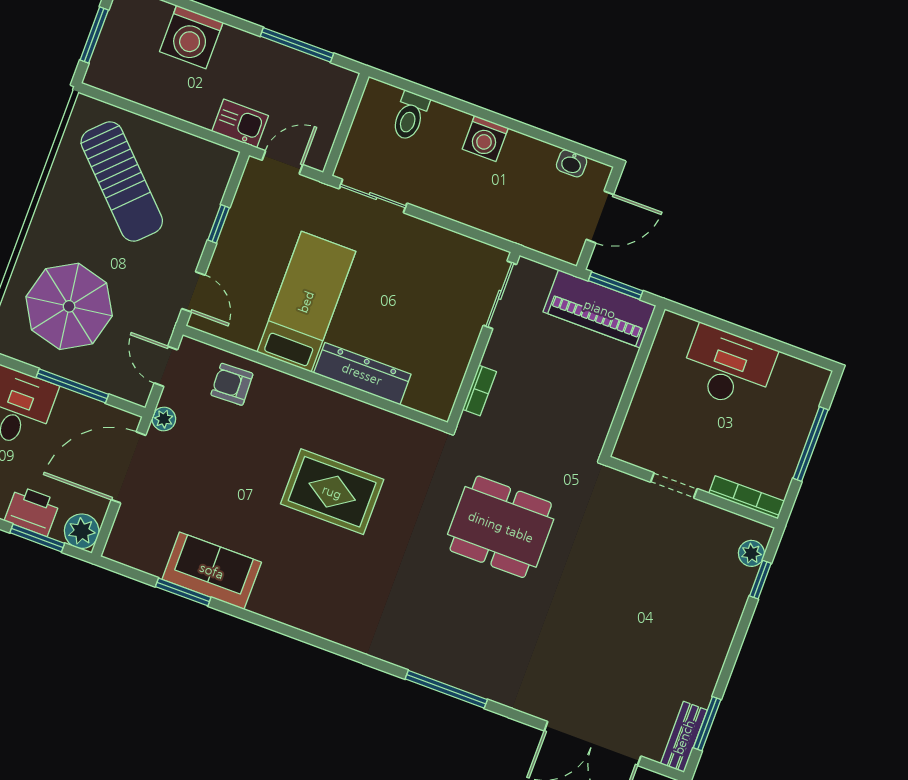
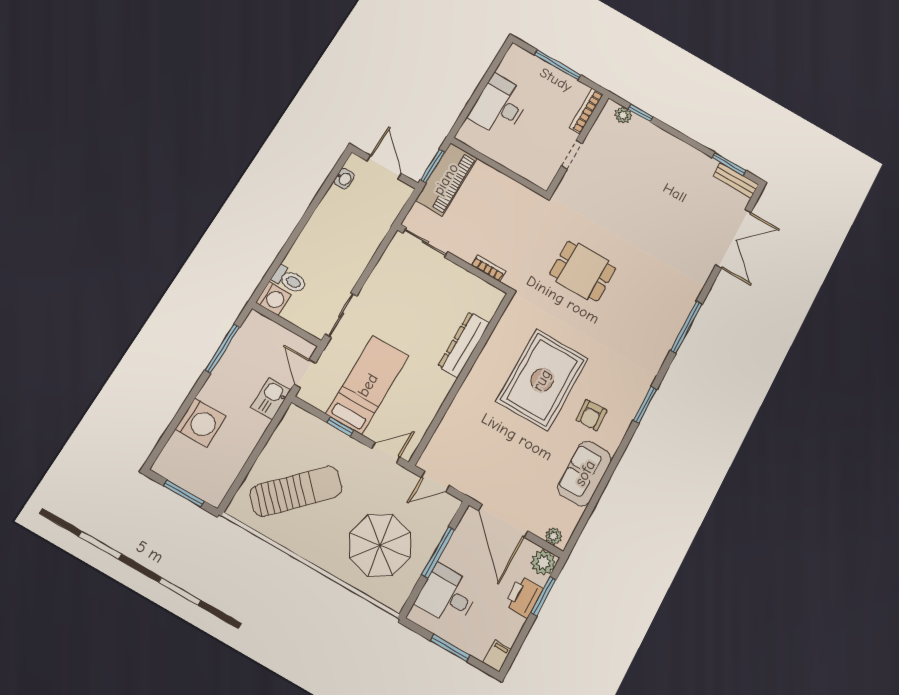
washing machine: (485, 139) -> (273, 298), moved
bed: (306, 302) -> (368, 385), moved, turned 90
armchair: (232, 384) -> (591, 415), moved
plant: (164, 419) -> (554, 536), moved
rug: (332, 492) -> (542, 380), width x1.37, depth x1.44
dining table: (501, 527) -> (583, 271), width x0.73
window: (183, 592) -> (645, 405), moved

